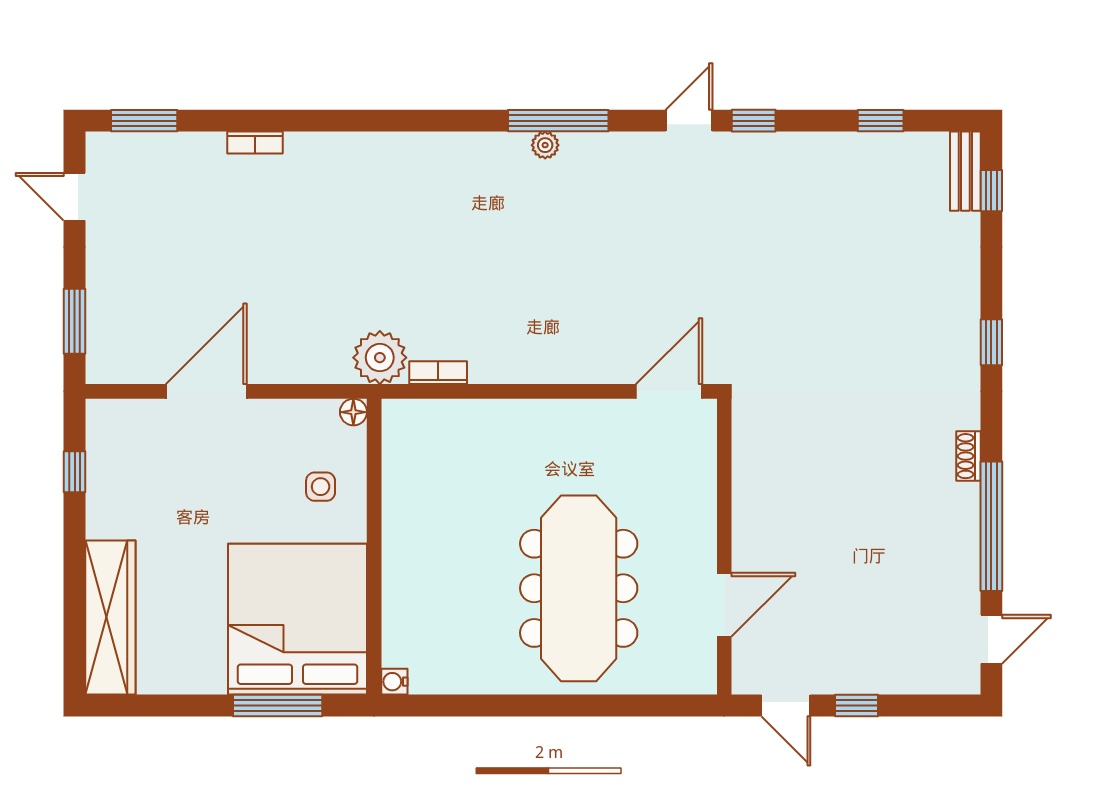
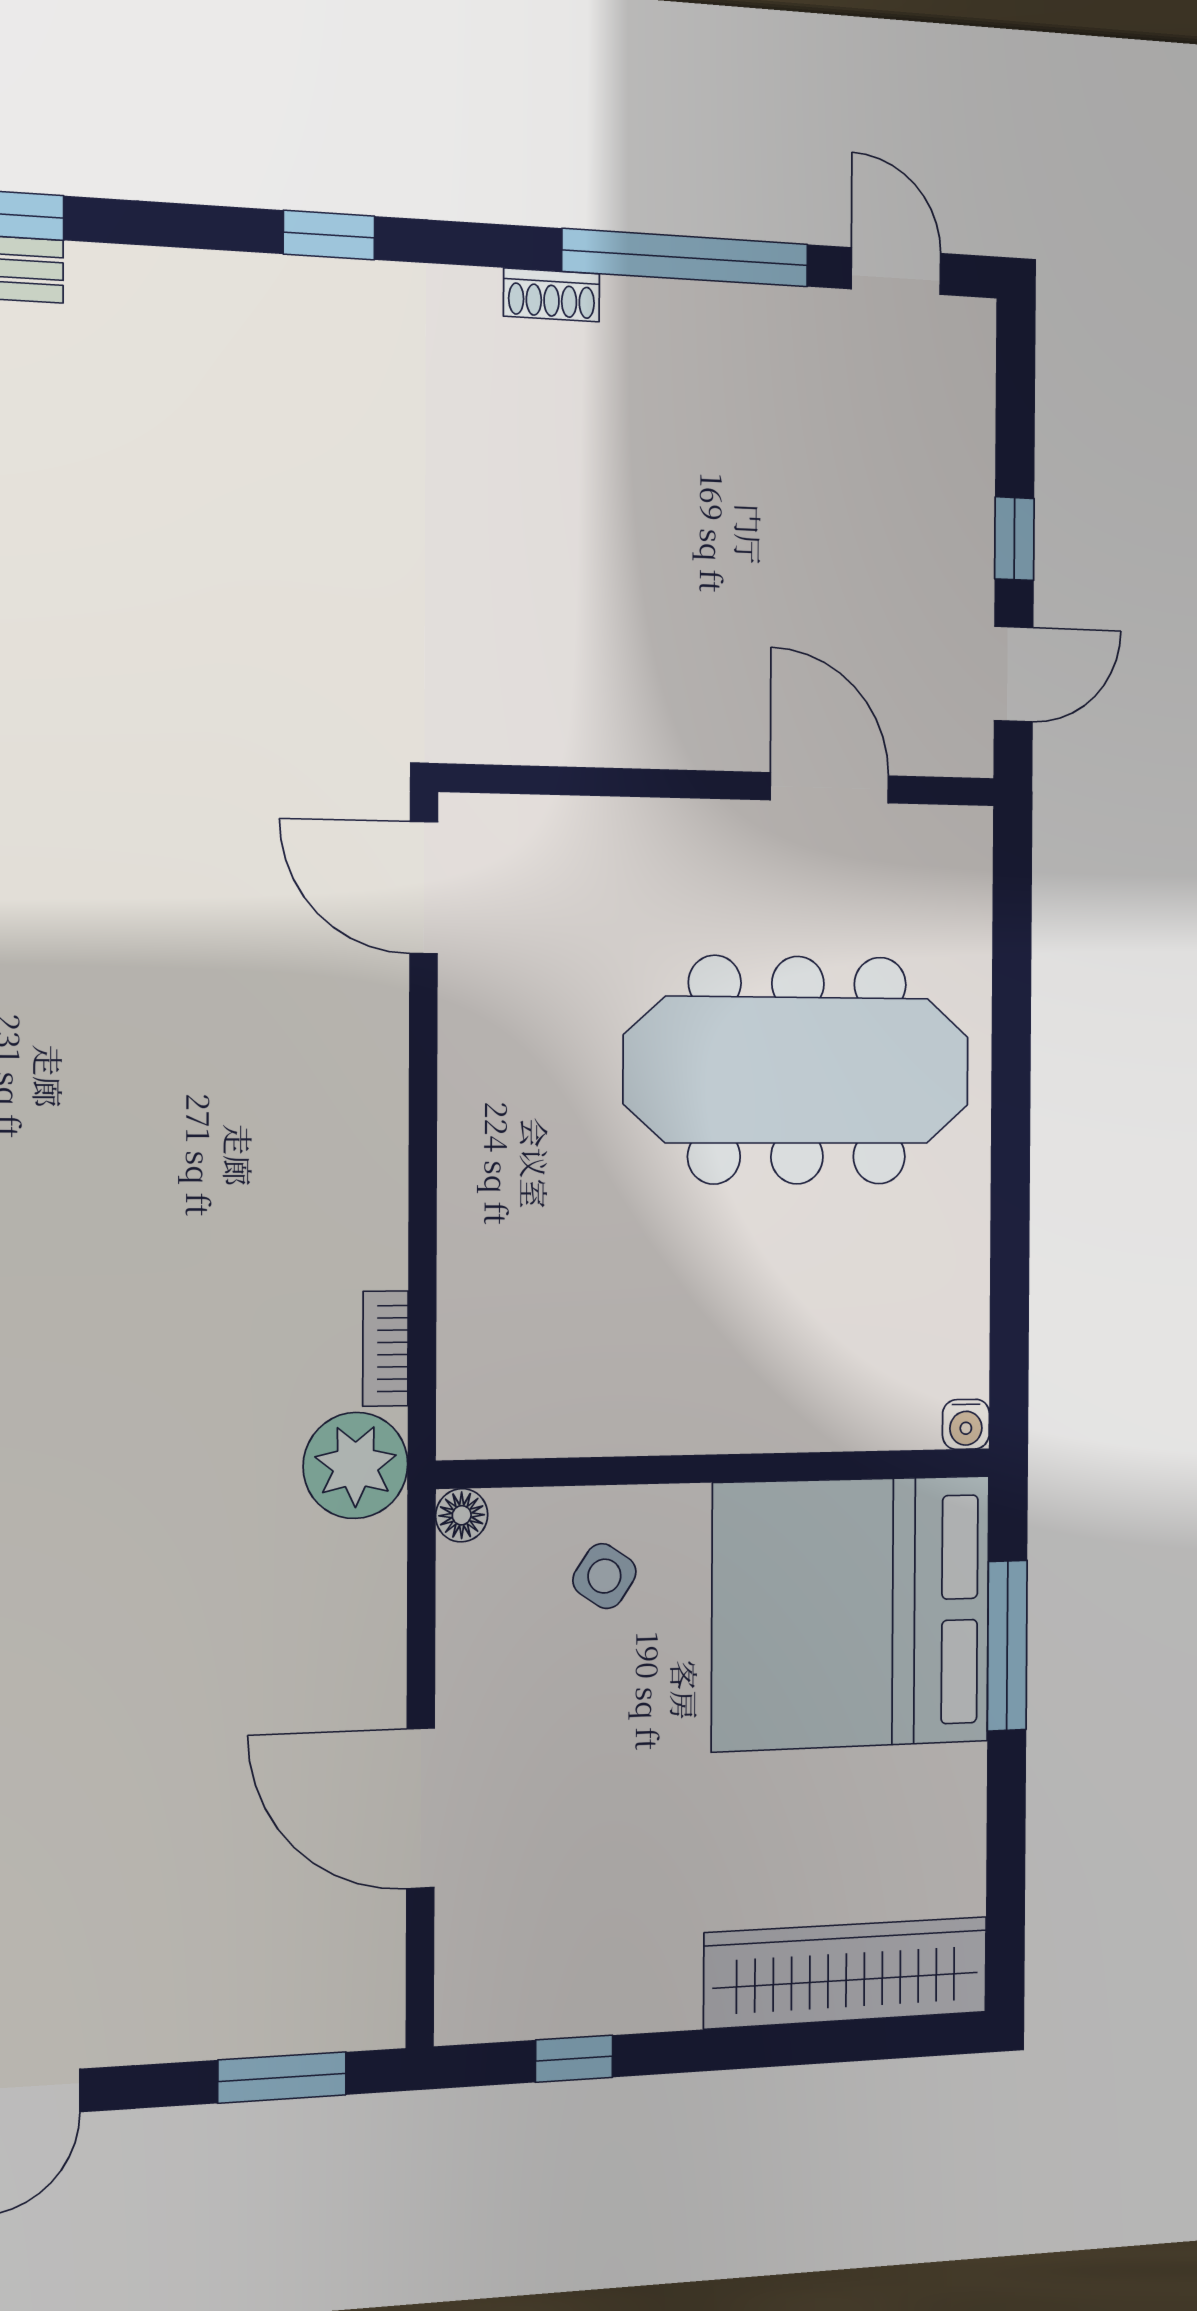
side table: (321, 487) -> (604, 1576), turned 34

